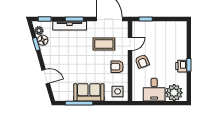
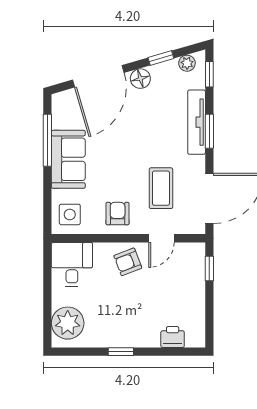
floor lamp: (43, 40) -> (140, 79), moved
door: (130, 44) -> (161, 238), hinge flipped
printer: (181, 66) -> (173, 337), moved
door: (46, 77) -> (98, 76), width x1.87
desk: (154, 90) -> (72, 264), moved, turned 90

